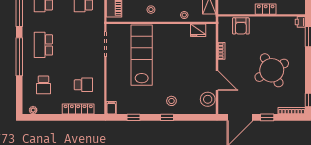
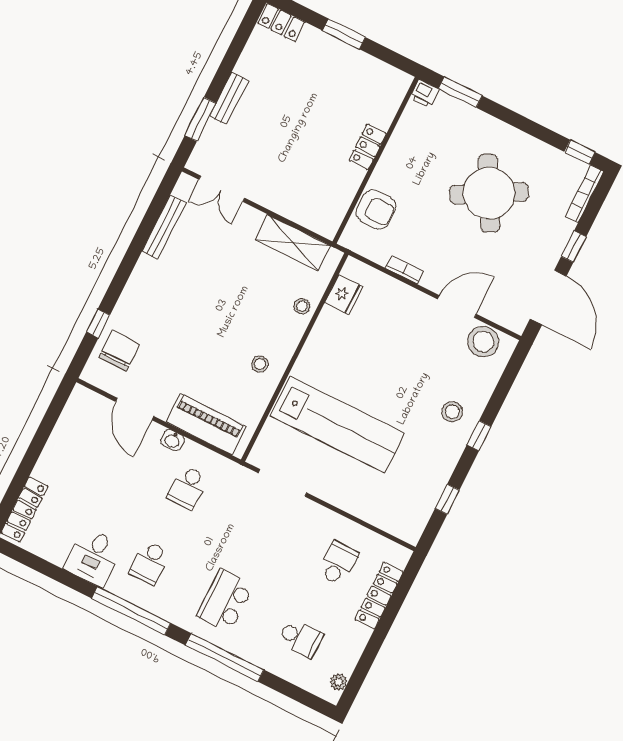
school desk: (43, 45) -> (225, 601), turned 90
lab bench: (142, 55) -> (337, 425), turned 180
filing cabinet: (111, 108) -> (408, 532), removed

